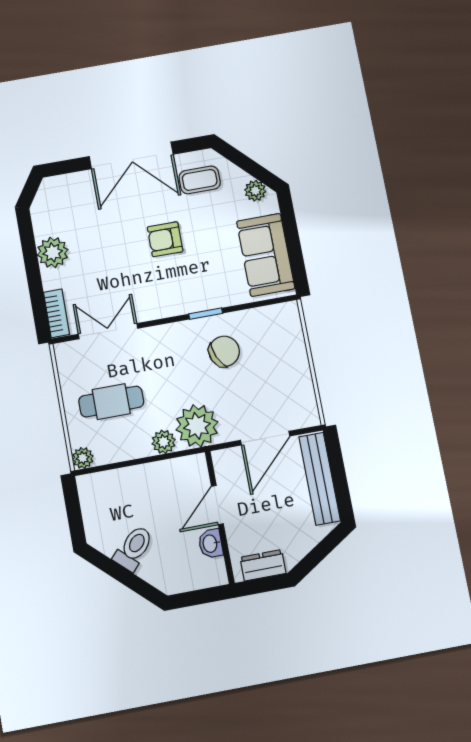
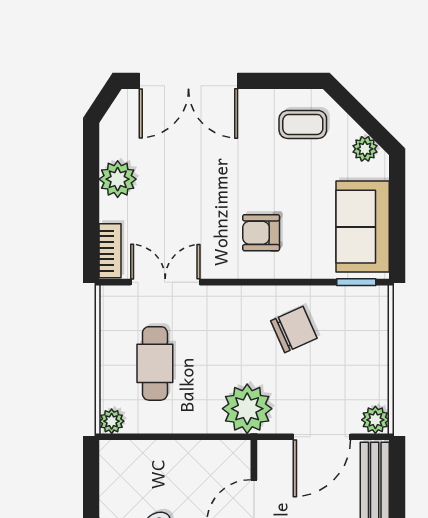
double door: (131, 155) -> (188, 81), moved
armchair: (165, 239) -> (261, 233), moved
window: (206, 314) -> (356, 282), moved
cafe table: (111, 402) -> (155, 363), turned 90
plant: (164, 442) -> (375, 420), moved

